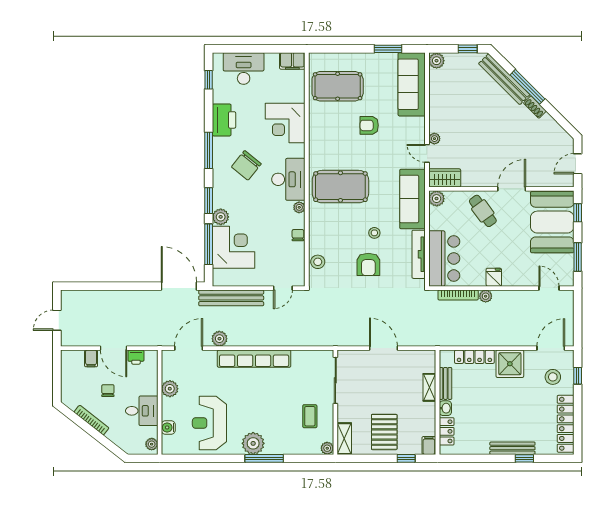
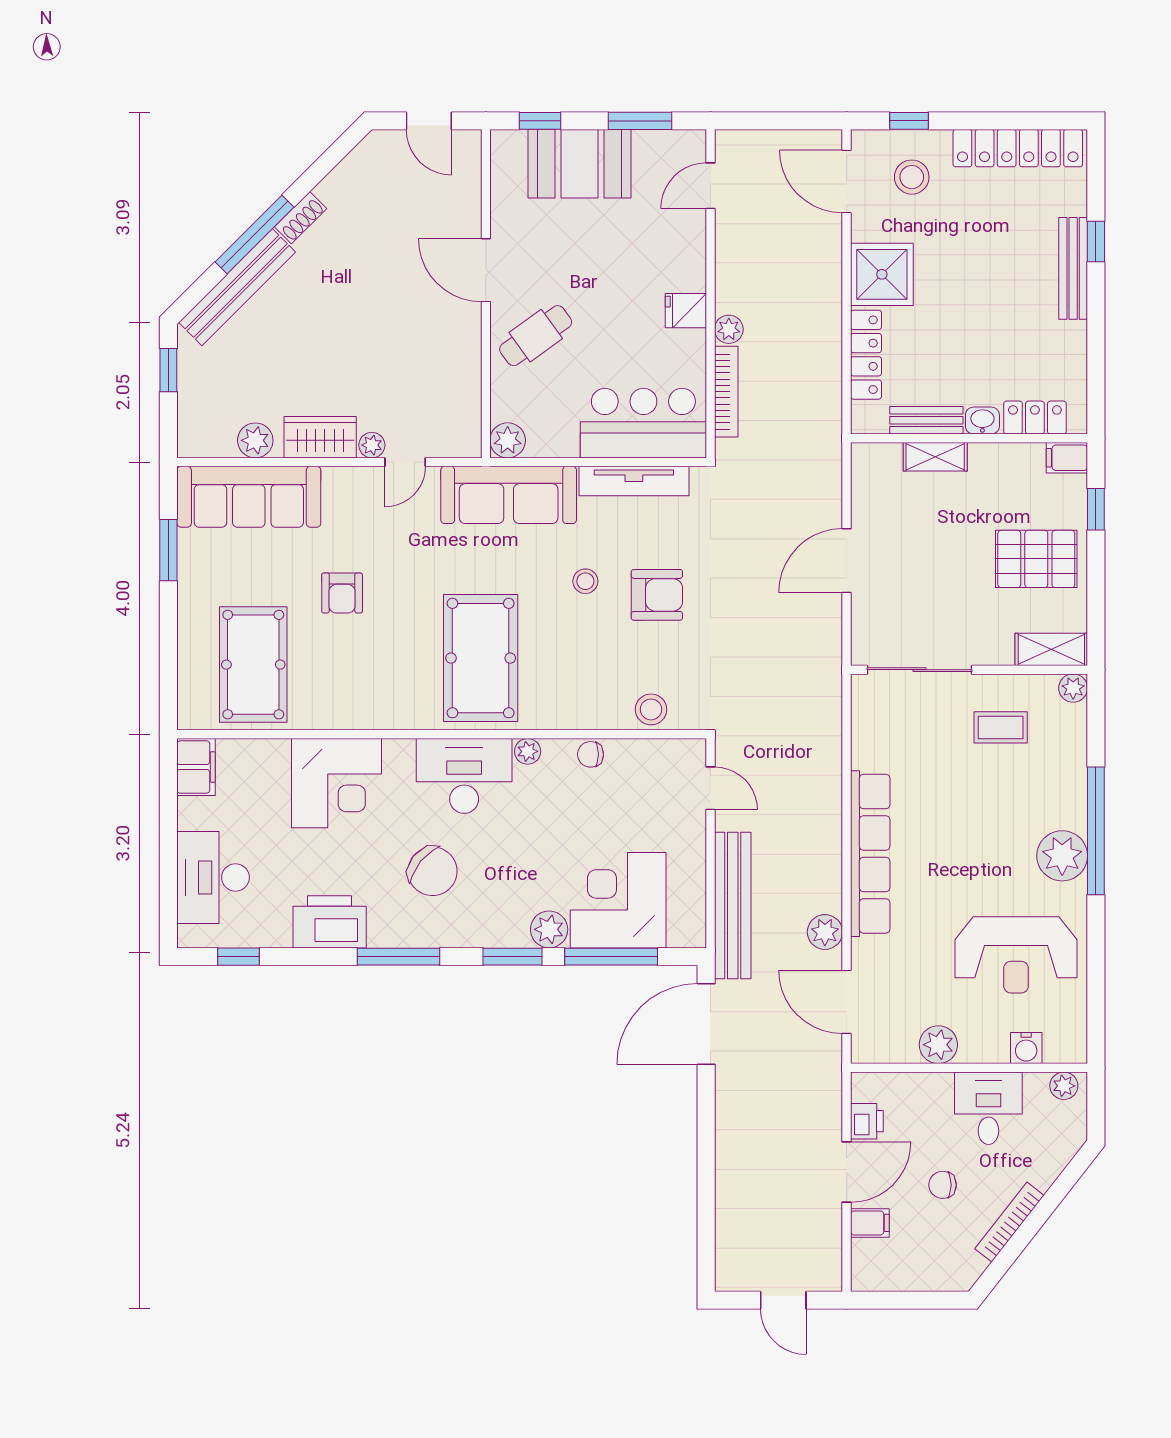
plant: (437, 61) -> (255, 440), moved
wardrobe: (445, 178) -> (320, 437), moved, turned 90
booth: (552, 222) -> (579, 164), width x0.73, depth x0.70
window: (264, 458) -> (1096, 831), width x1.46

